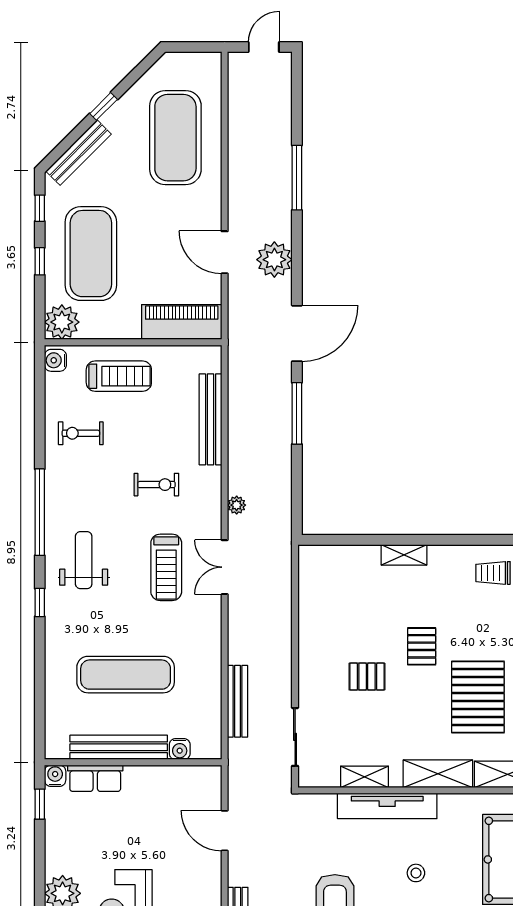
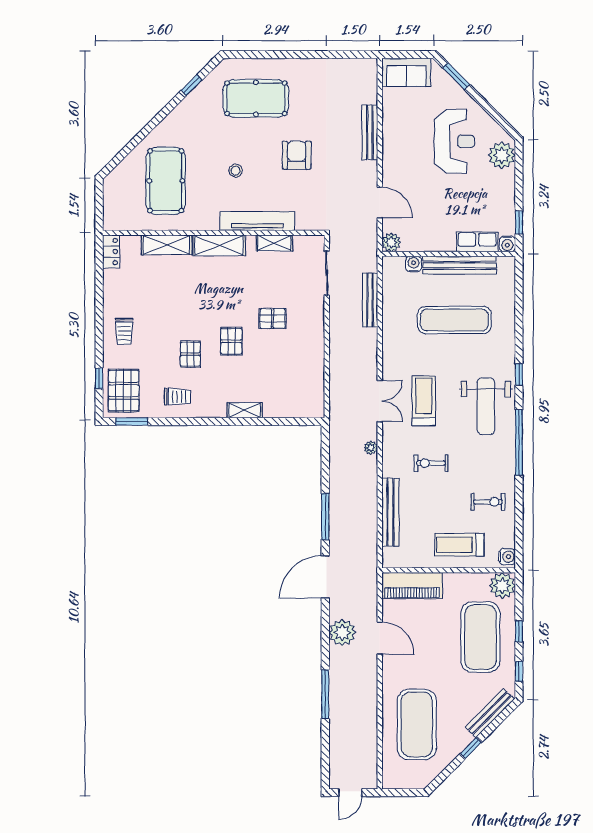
weight bench: (84, 560) -> (486, 406), width x1.36, depth x1.33
pallet: (478, 697) -> (190, 354), moved, width x0.49, depth x0.50
plant: (209, 778) -> (391, 242), added

